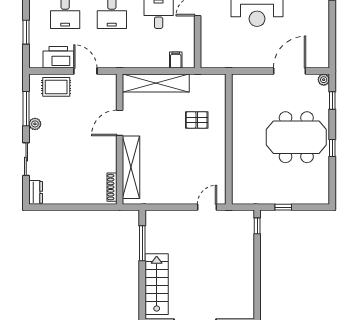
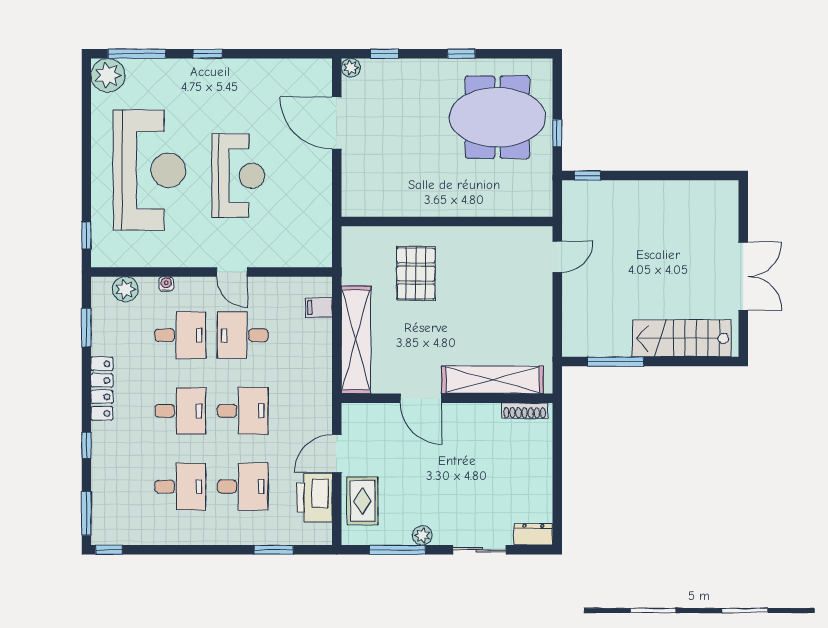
pallet: (197, 120) -> (416, 273), width x1.50, depth x1.42
meeting table: (296, 137) -> (497, 117), moved, turned 90
door: (207, 207) -> (557, 257), swing flipped

